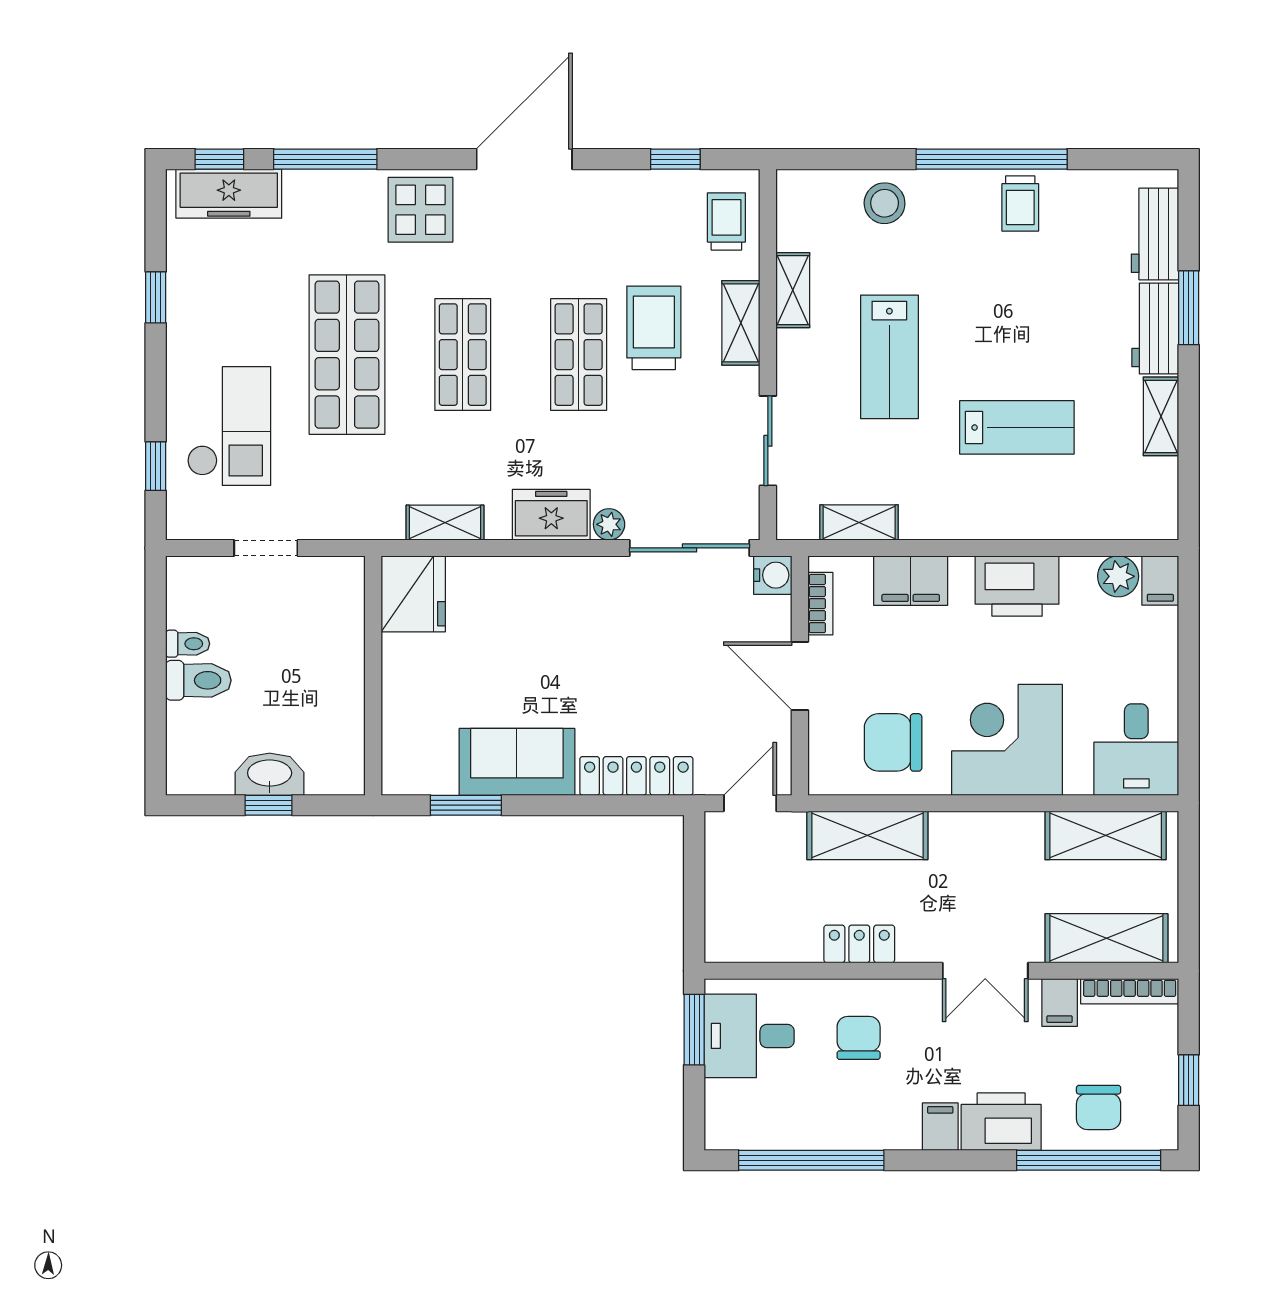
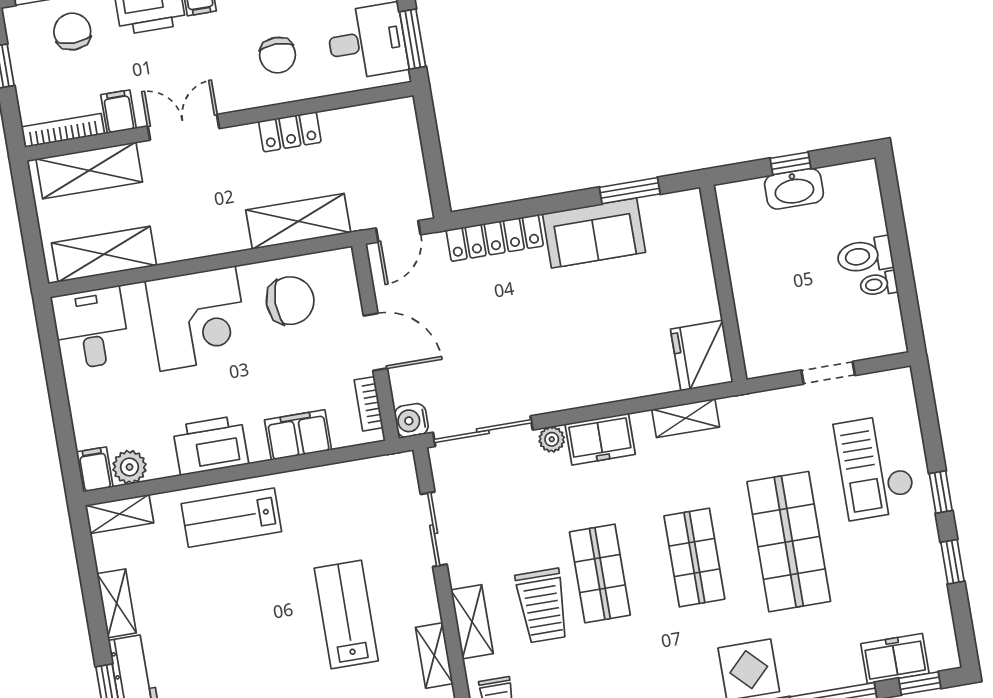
freezer: (229, 194) -> (895, 659), width x0.71
lab bench: (1017, 427) -> (231, 518), moved
window: (156, 466) -> (941, 492), moved
shelving: (859, 522) -> (119, 514), moved

